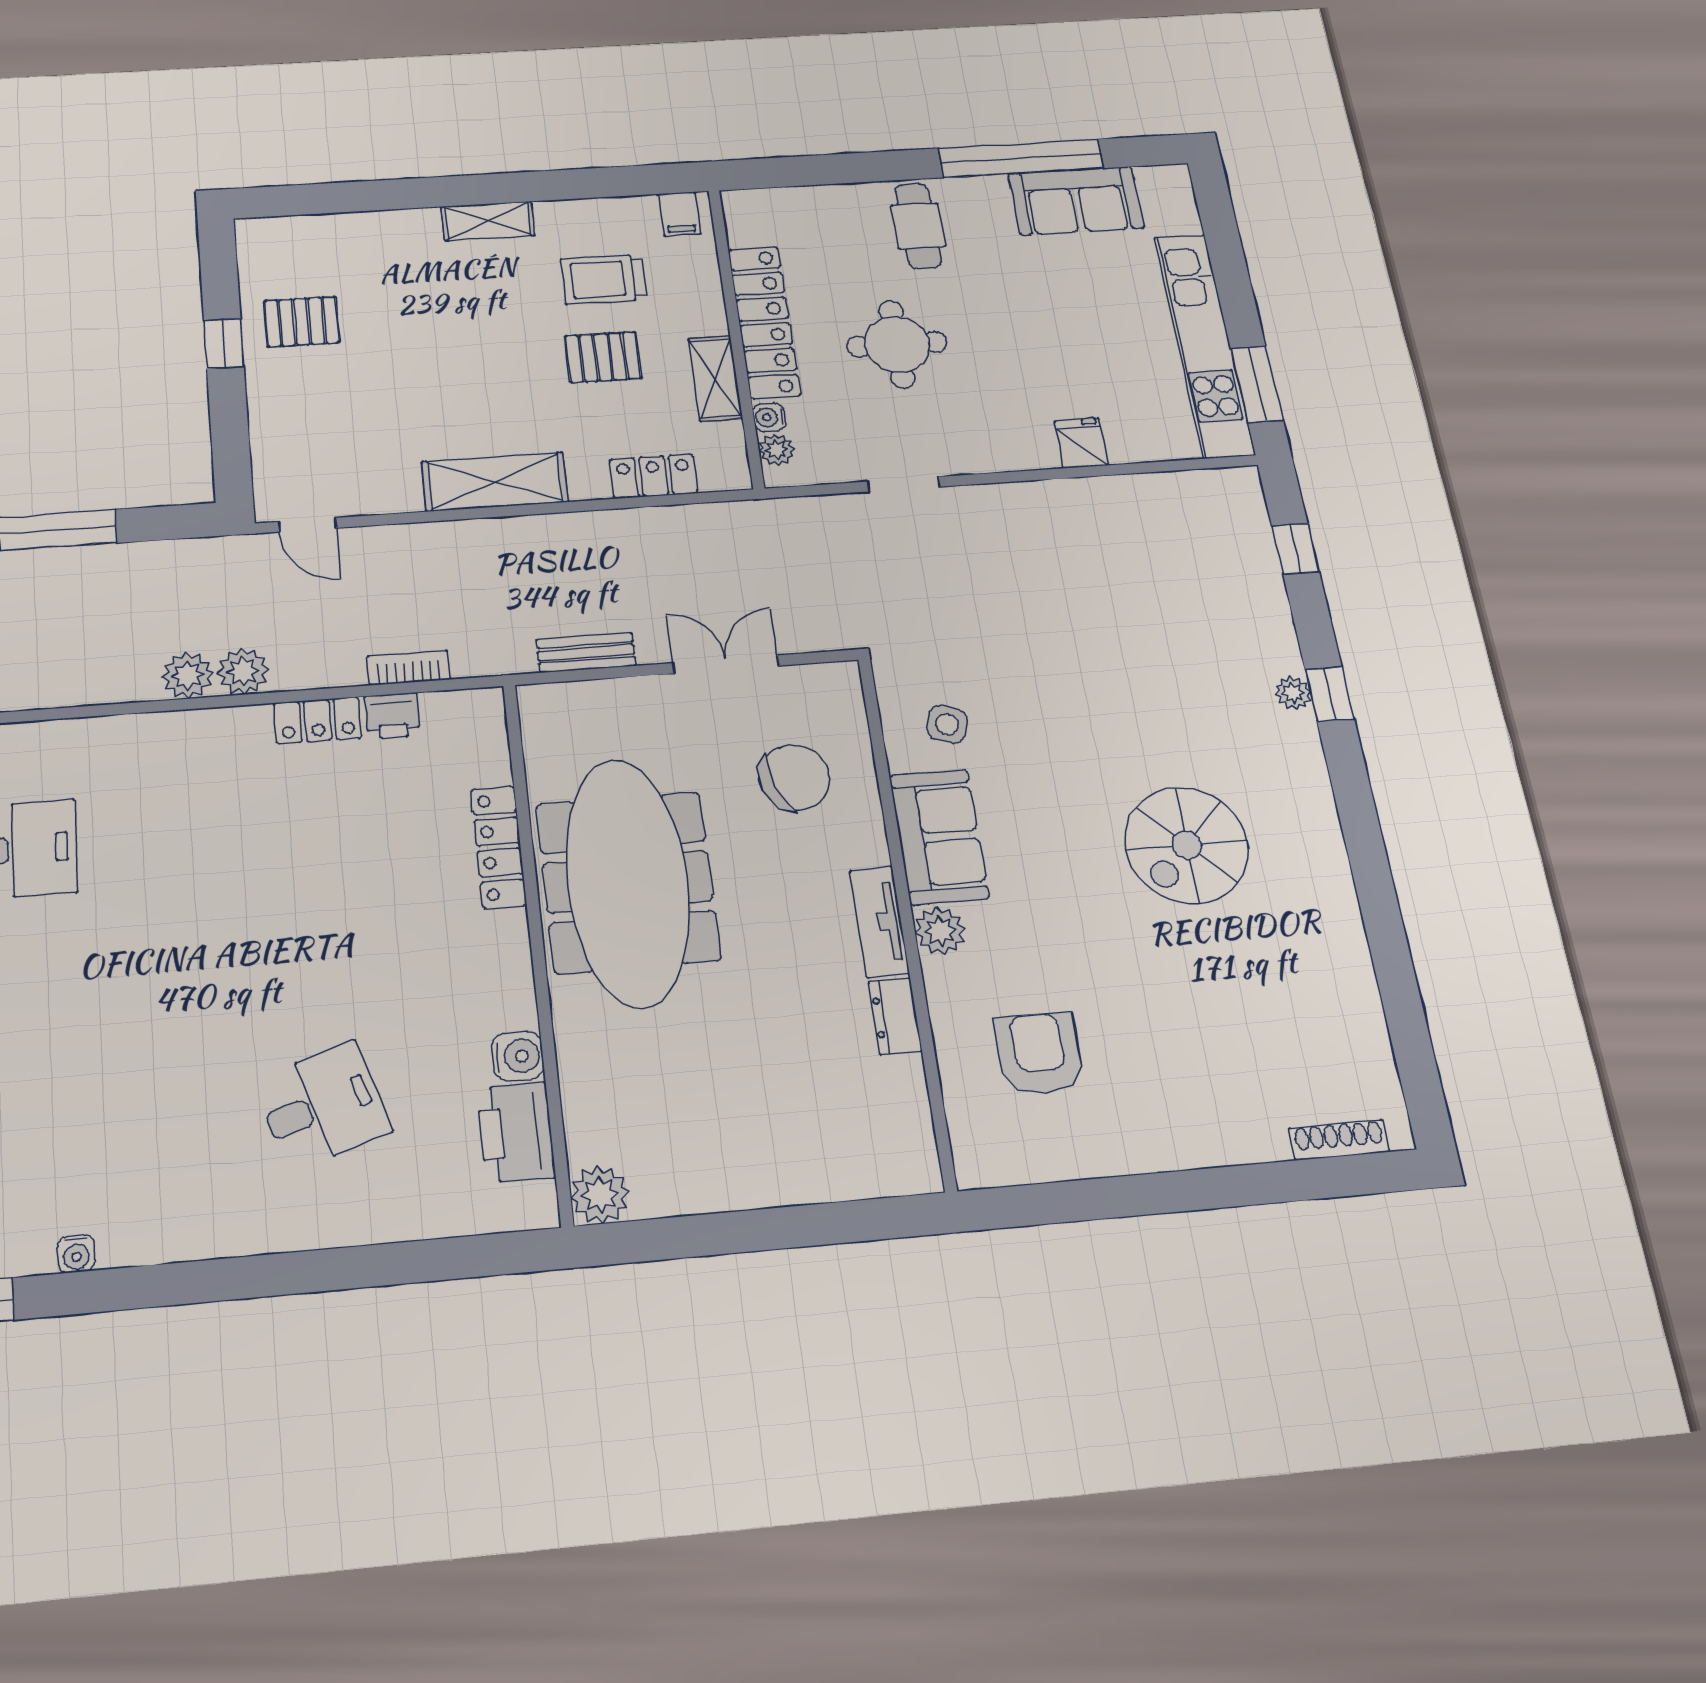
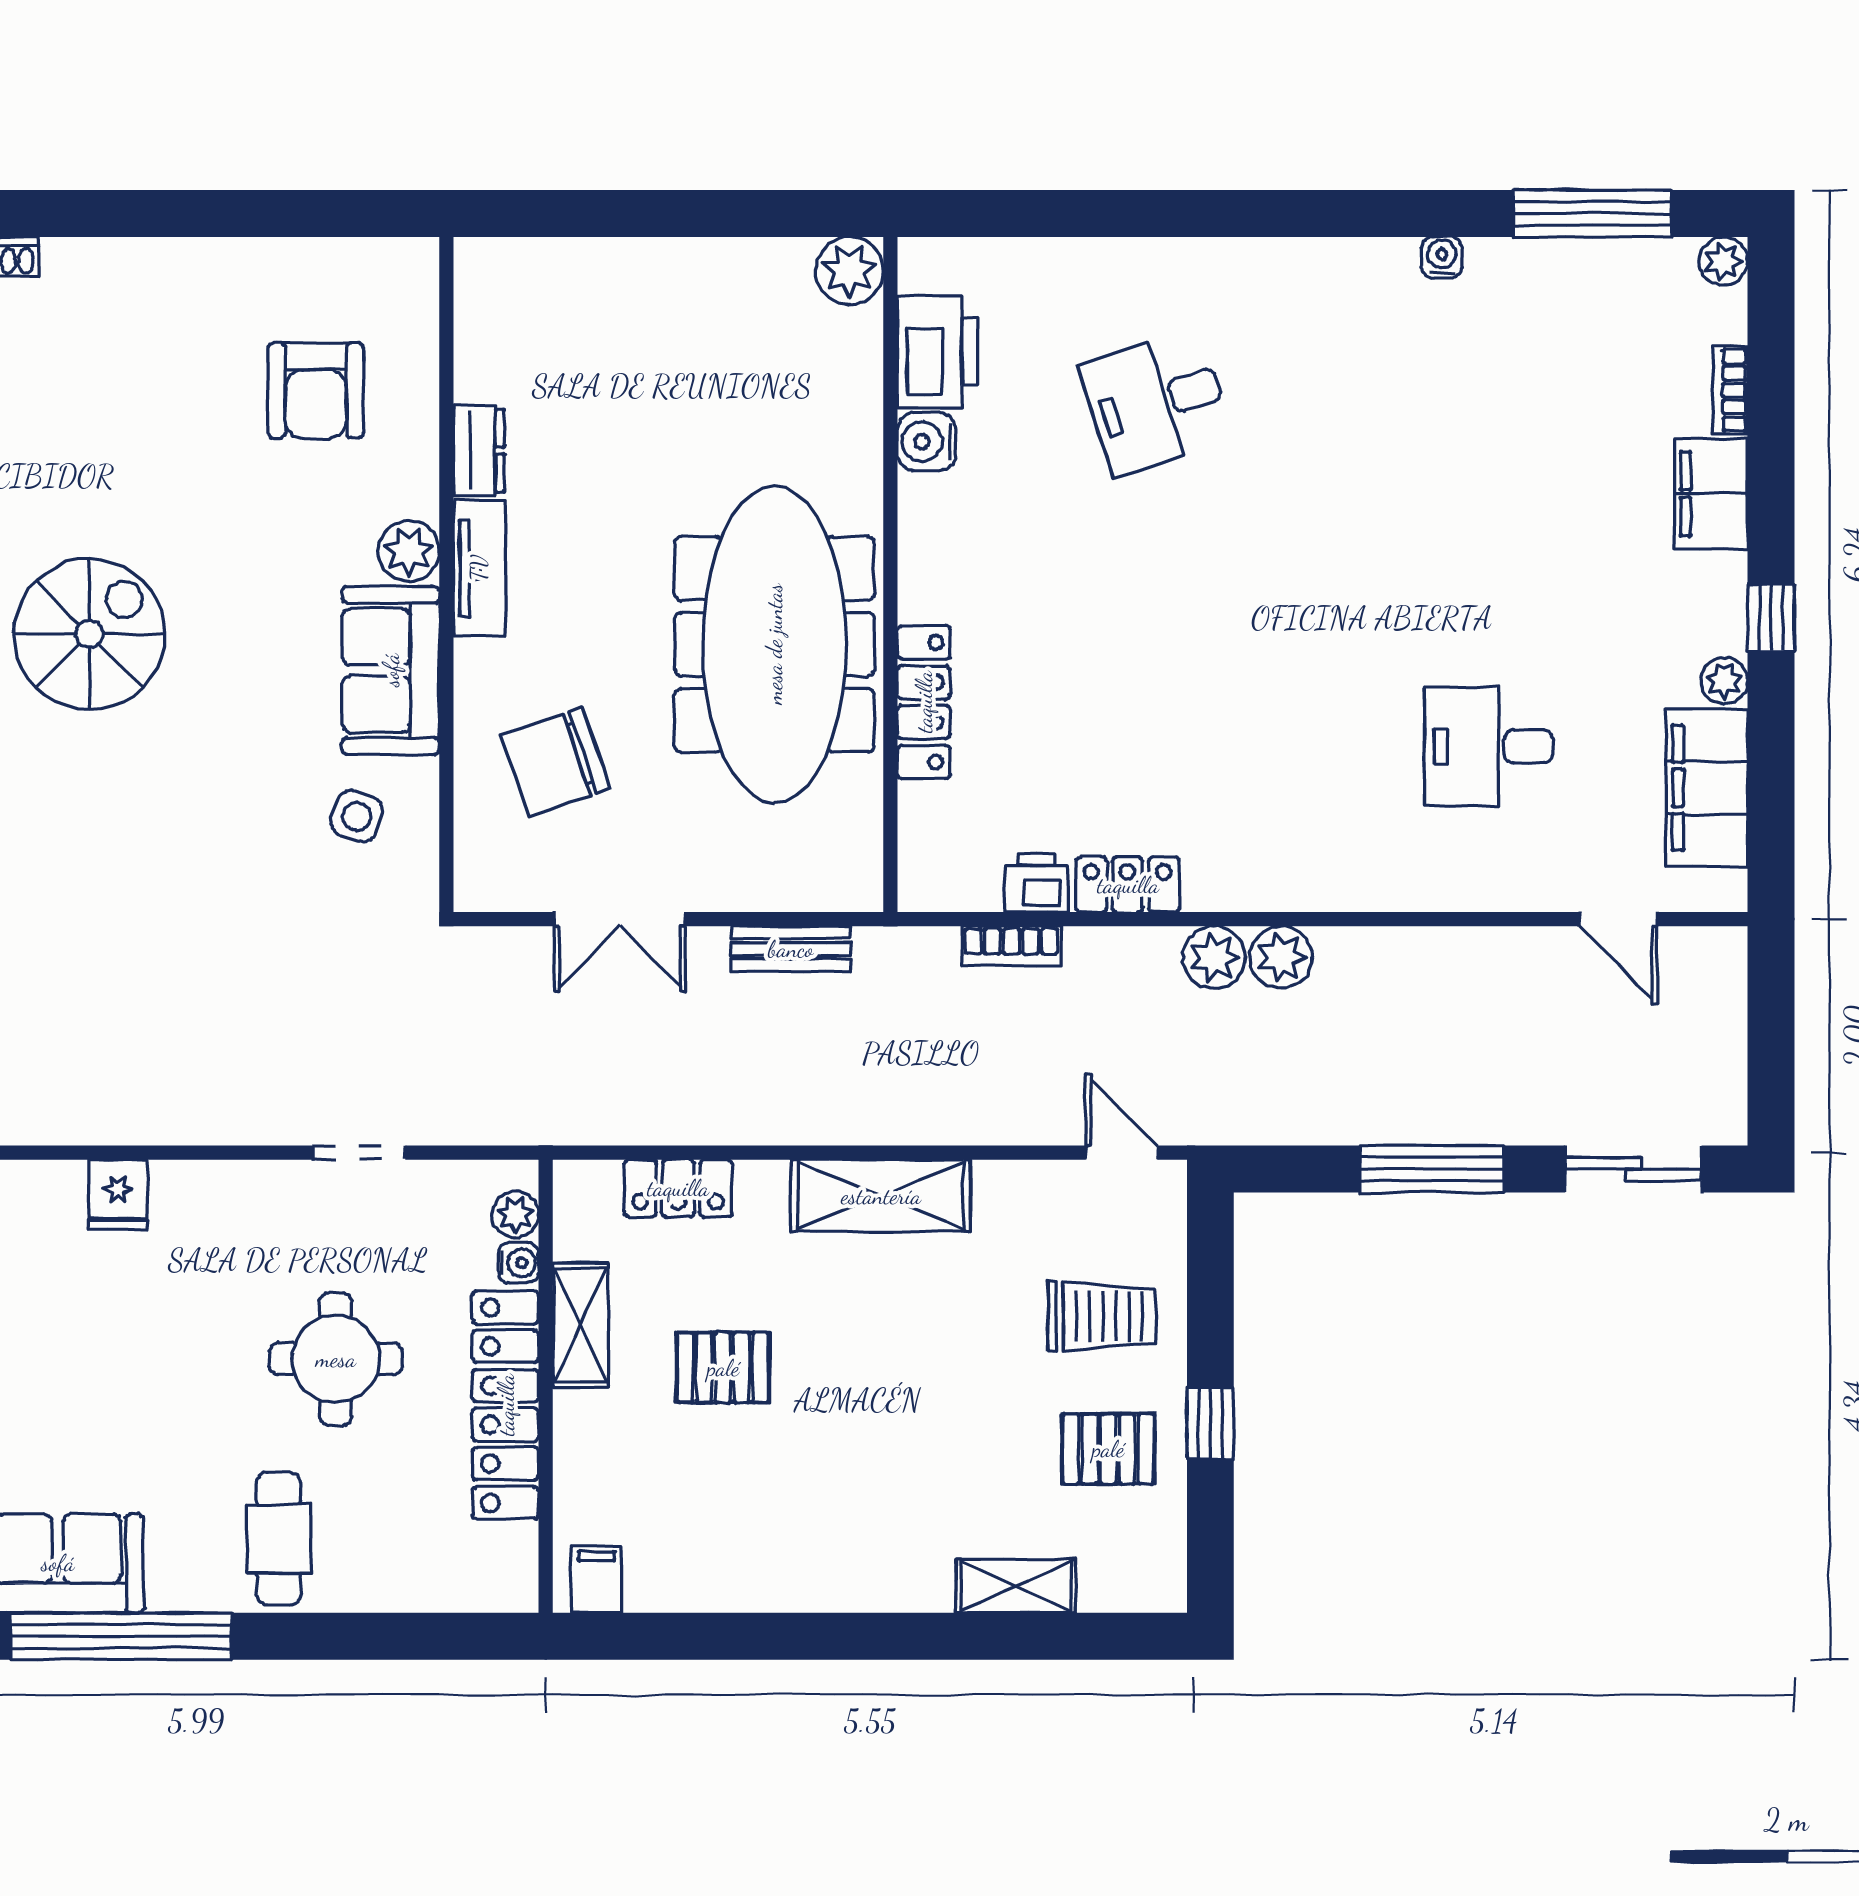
shelving: (488, 221) -> (1016, 1586), moved
trolley: (604, 279) -> (1102, 1316), moved

